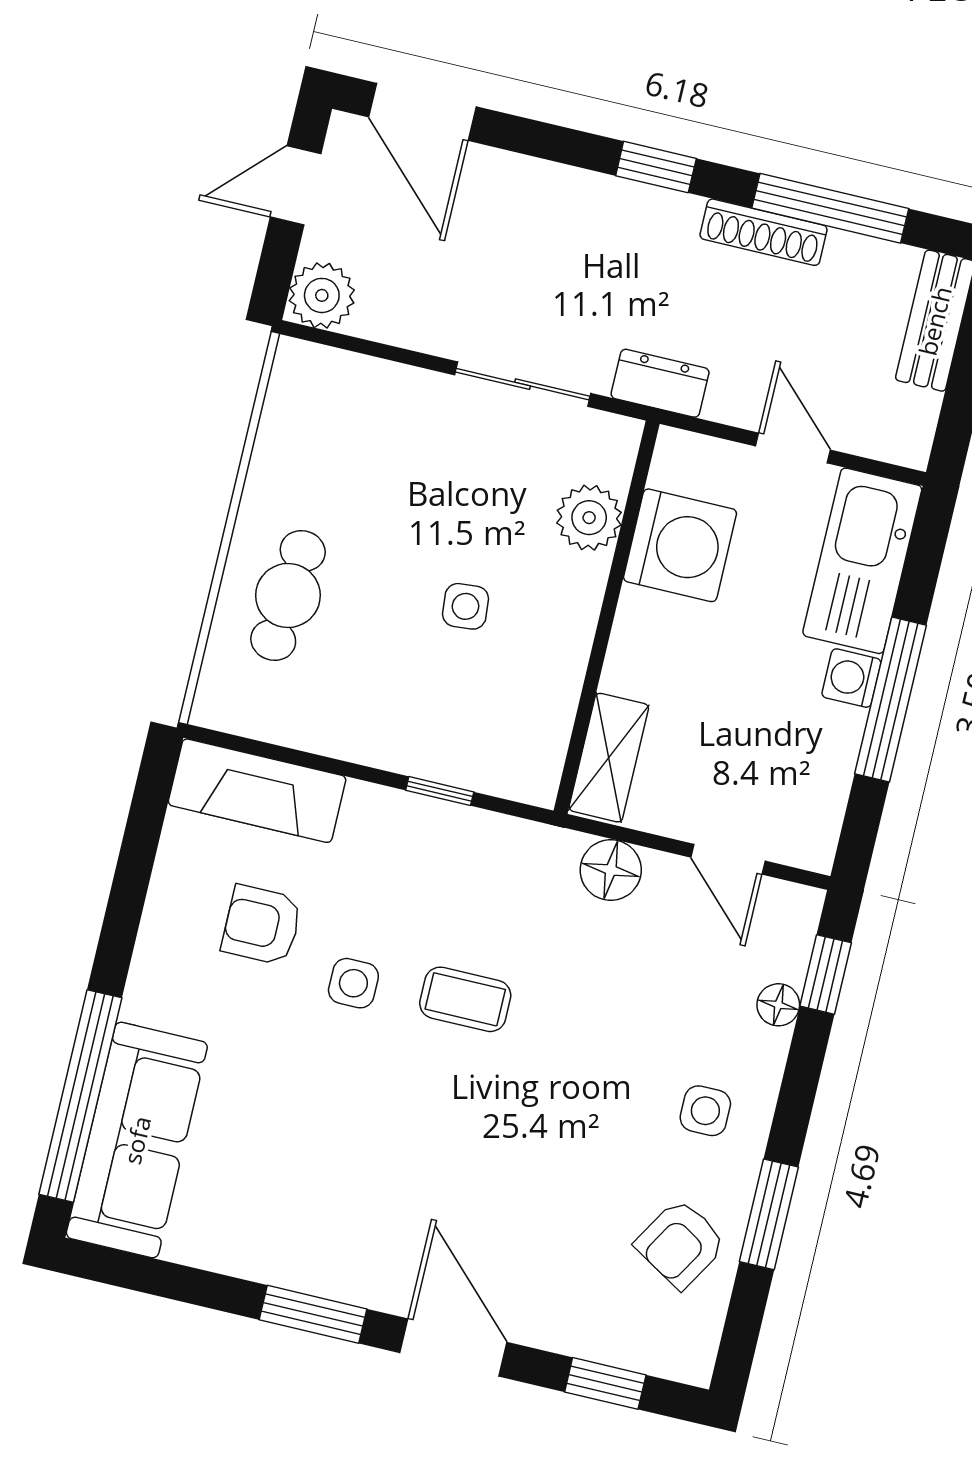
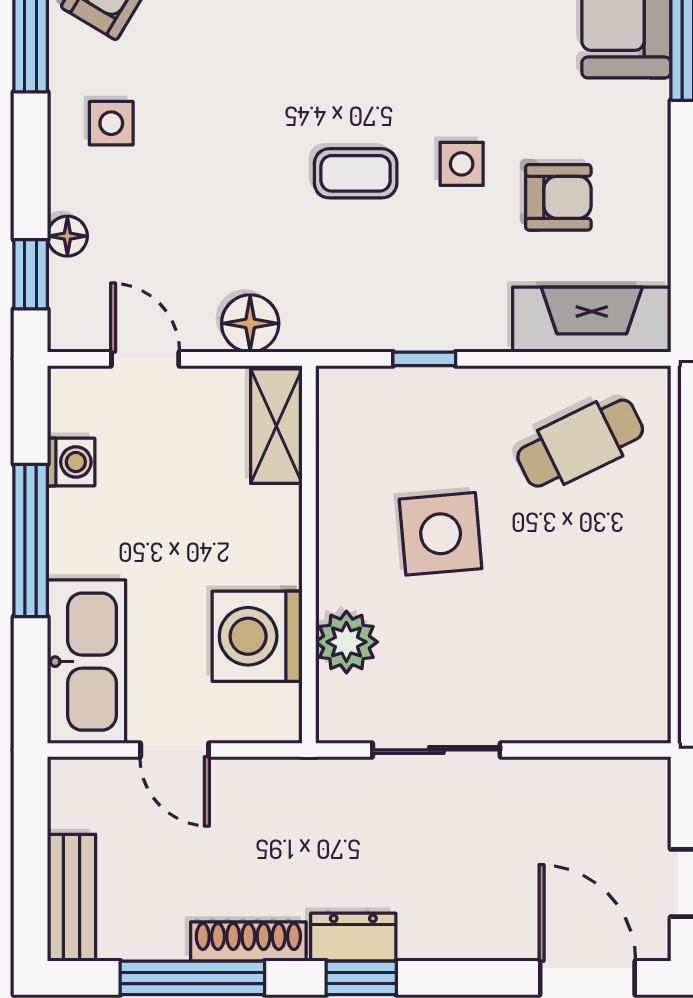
plant: (322, 295) -> (640, 788), removed
dresser: (660, 383) -> (353, 937), moved, turned 180
cafe table: (288, 595) -> (580, 443), moved, turned 59
side table: (466, 606) -> (441, 534), width x1.87, depth x1.87
washing machine: (851, 678) -> (71, 462), moved

